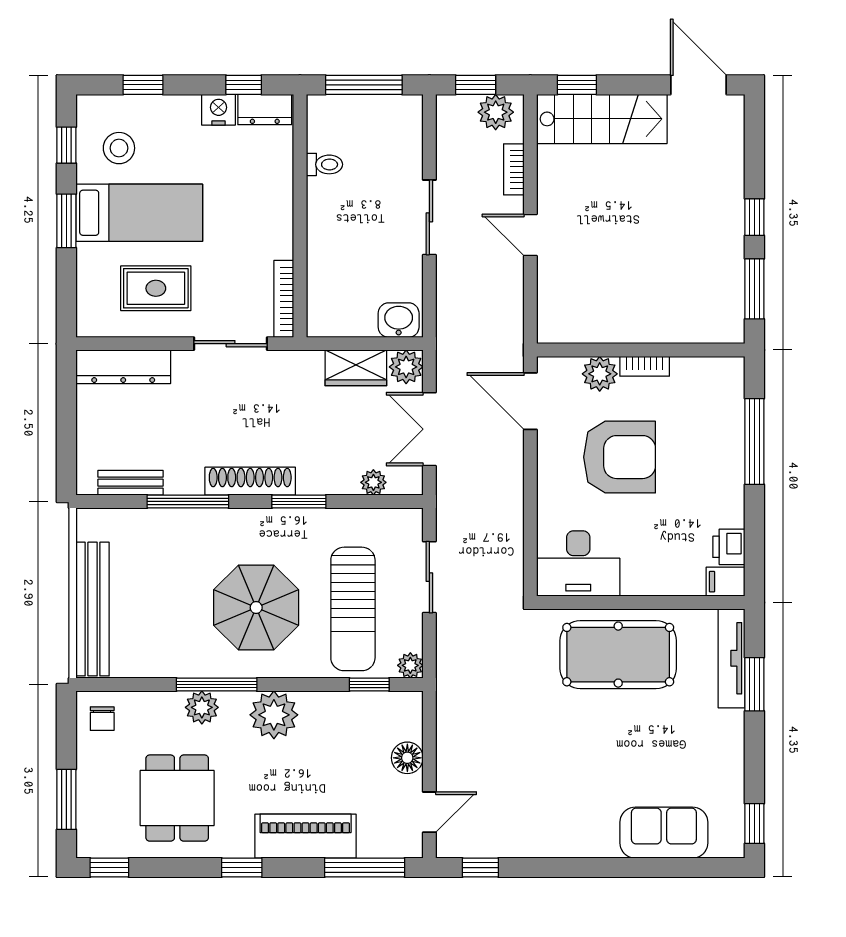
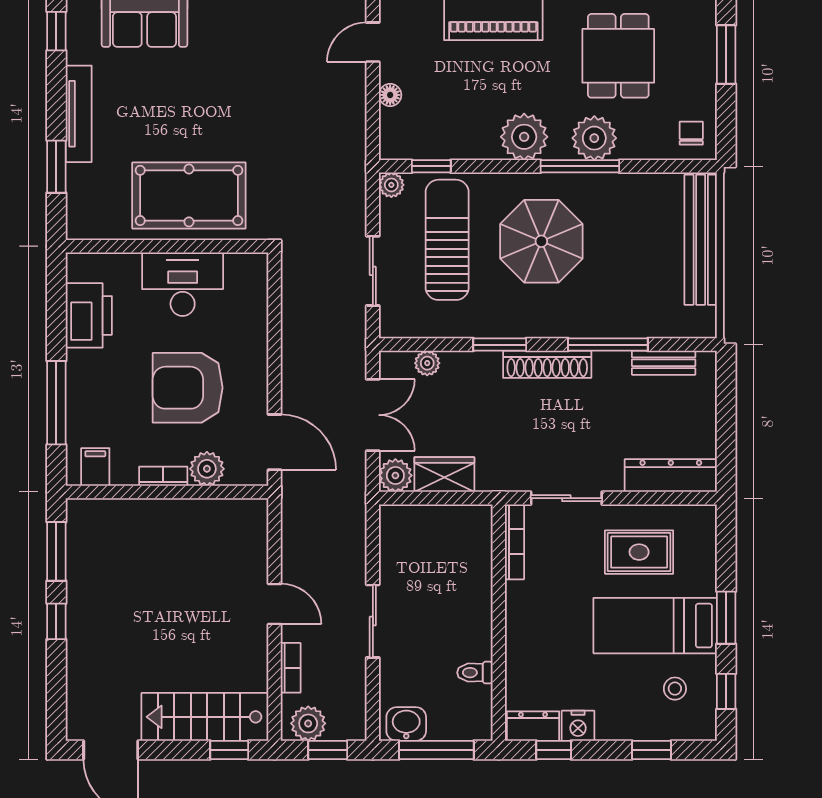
stool: (119, 148) -> (675, 689), width x0.73, depth x0.73
washbasin: (399, 320) -> (406, 724), moved, turned 180
printer: (729, 547) -> (89, 315), width x1.87, depth x1.48
desk: (578, 563) -> (183, 284), moved
filing cabinet: (726, 582) -> (95, 467), moved, turned -90
tv unit: (732, 658) -> (79, 114), moved
plant: (202, 707) -> (594, 138), width x1.36, depth x1.36
floor lamp: (407, 758) -> (390, 95), width x0.73, depth x0.73

